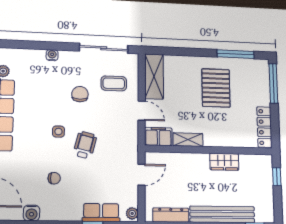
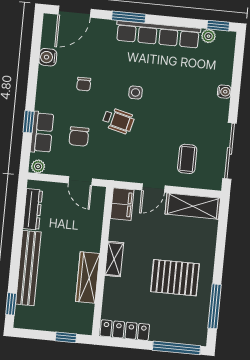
chair: (80, 94) -> (79, 136), moved, turned 90
shelving: (188, 140) -> (114, 259), moved
wardrobe: (224, 162) -> (88, 277), width x1.50

